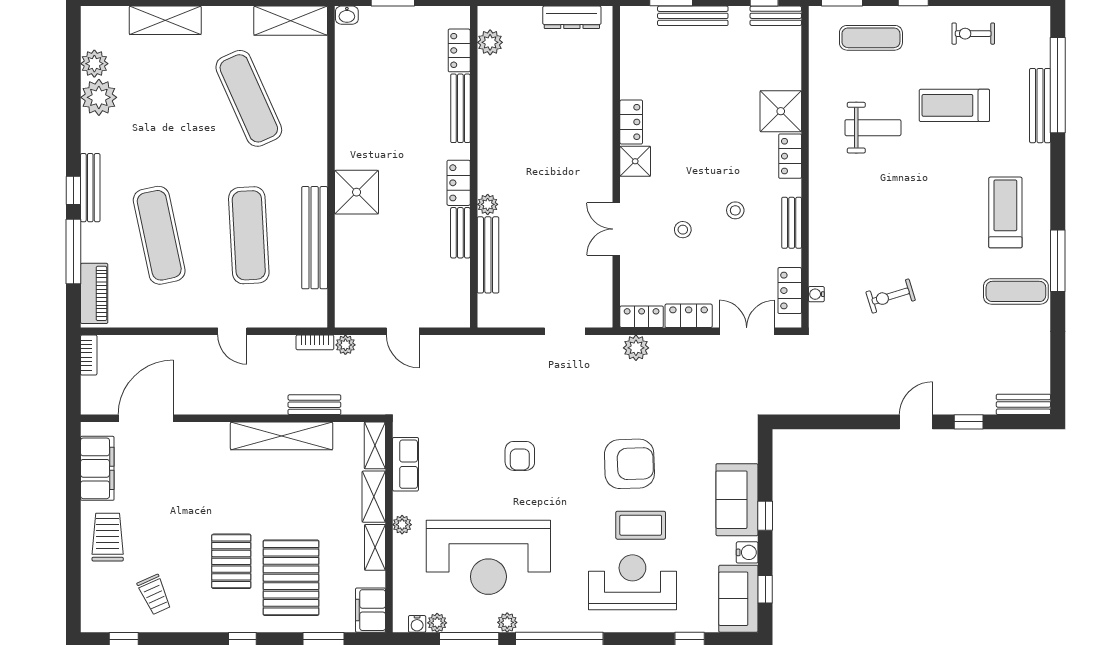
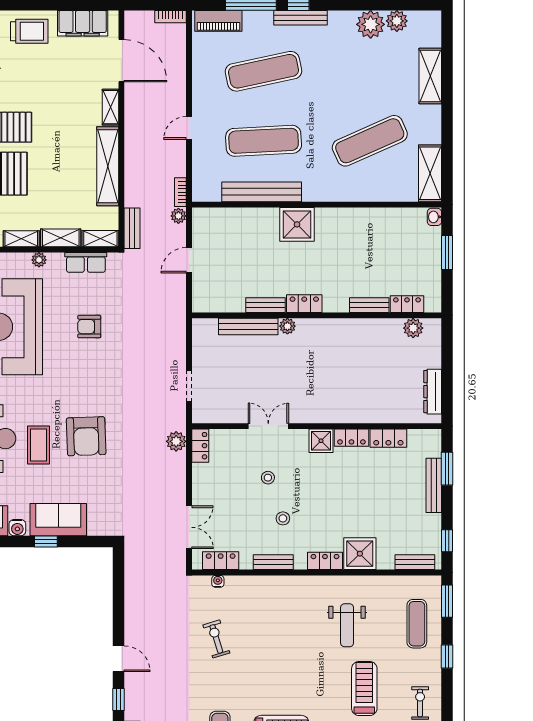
bench: (776, 16) -> (415, 562), moved, turned 90
bench: (460, 108) -> (369, 305), width x0.73
locker: (689, 316) -> (388, 438), moved, turned 90
bench: (314, 405) -> (132, 228), moved
shelving: (205, 432) -> (111, 107), added
armchair: (520, 456) -> (89, 327), moved

